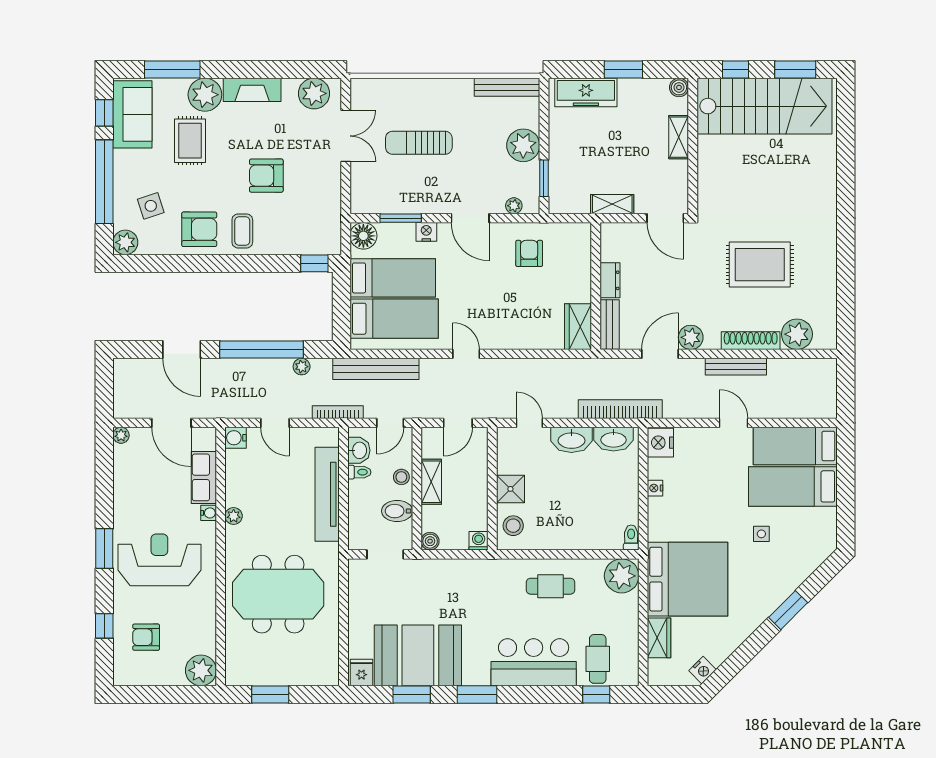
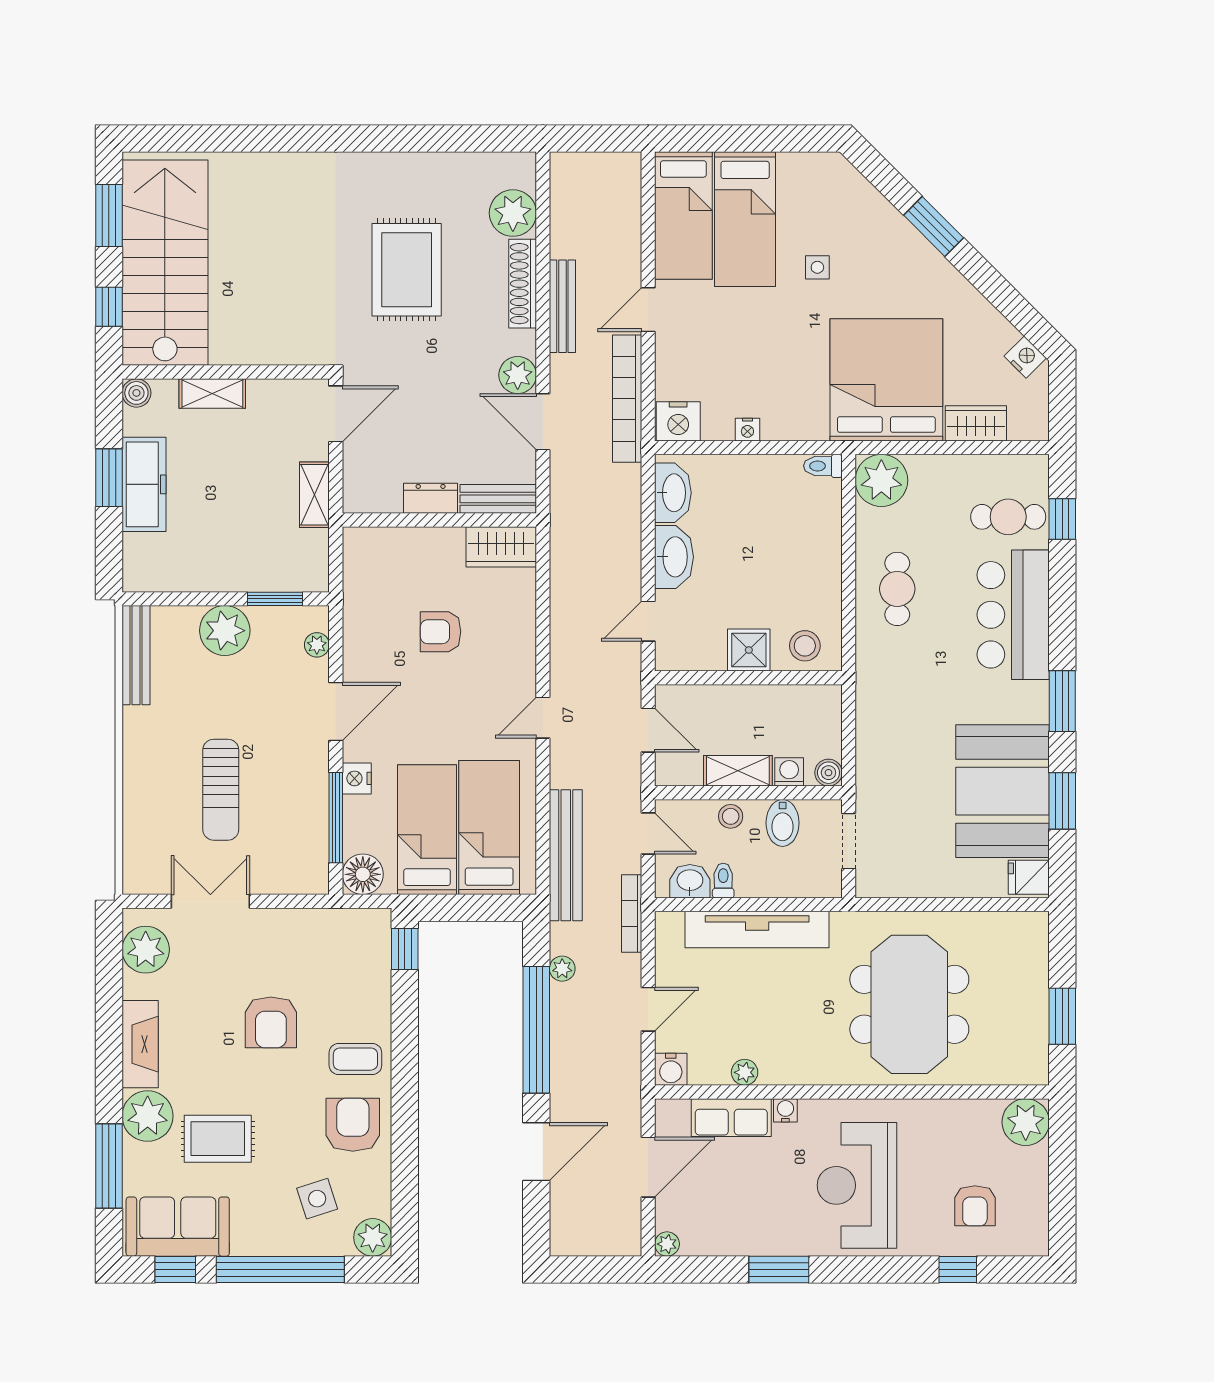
freezer: (586, 92) -> (144, 484), moved
window: (401, 218) -> (336, 818), width x1.44
armchair: (529, 253) -> (441, 632), moved
bookcase: (620, 409) -> (627, 399), moved
plant: (234, 516) -> (745, 1072), moved
washing machine: (479, 541) -> (789, 772), moved, turned 90
window: (104, 548) -> (779, 1269), moved

